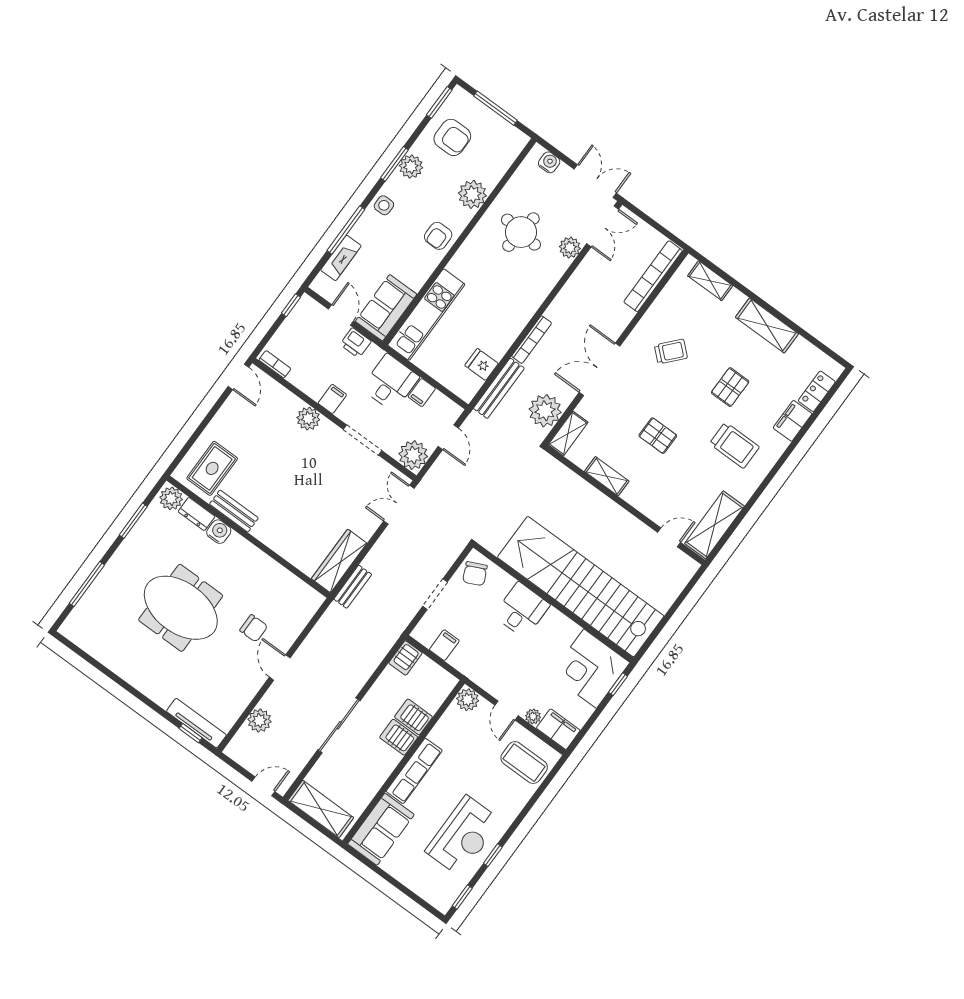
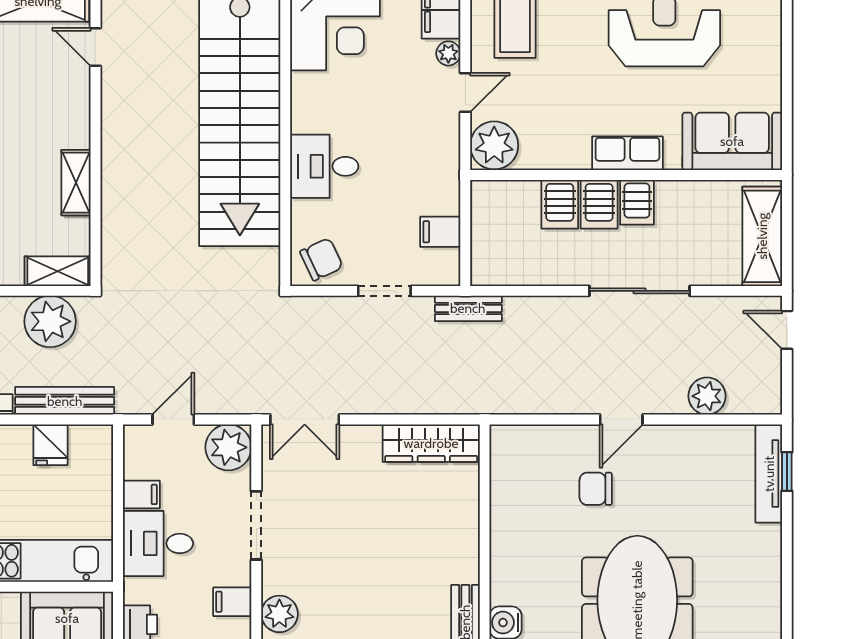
bench: (353, 587) -> (468, 308), moved
chair: (254, 628) -> (596, 489), turned -90
server rack: (405, 658) -> (637, 202), moved, turned 90
plant: (468, 700) -> (494, 145), width x1.36, depth x1.36
row of seats: (414, 771) -> (627, 153), width x0.68

